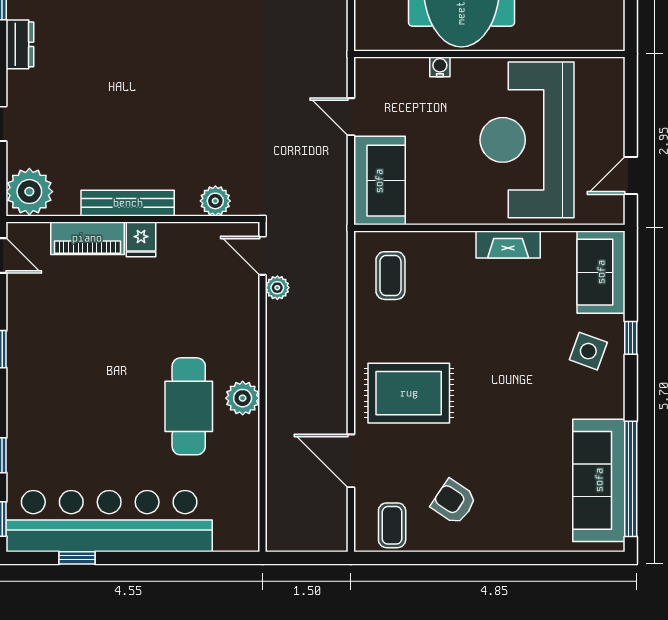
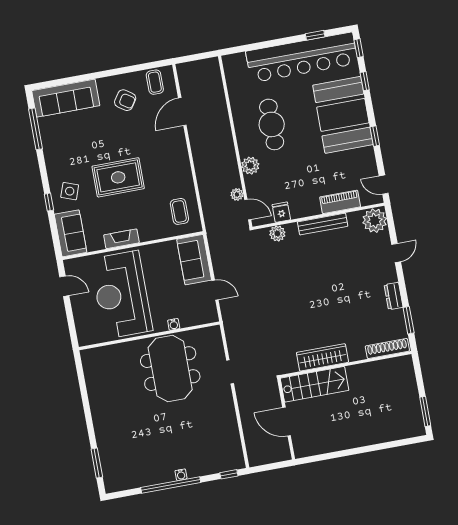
reception desk: (527, 140) -> (122, 295), turned 180
door: (631, 175) -> (64, 286), hinge flipped
fridge: (141, 239) -> (281, 212), moved
rug: (409, 393) -> (118, 177), moved
plant: (243, 398) -> (250, 166), moved
booth: (52, 400) -> (343, 115), added
door: (351, 461) -> (182, 112), swing flipped
window: (631, 479) -> (35, 129), width x0.68
sofa: (599, 480) -> (66, 98), moved, turned 90

